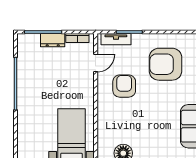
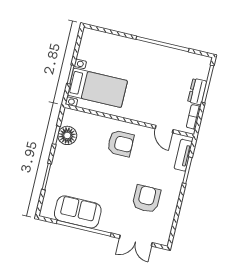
armchair: (165, 64) -> (146, 199), width x0.73, depth x0.73
armchair: (124, 86) -> (121, 143), moved

